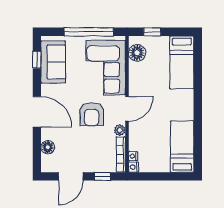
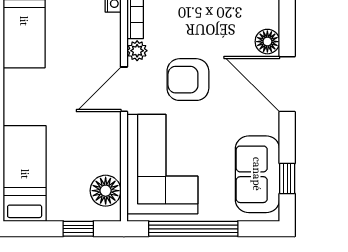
armchair: (92, 114) -> (188, 80), turned -90
floor lamp: (48, 147) -> (267, 42), moved

